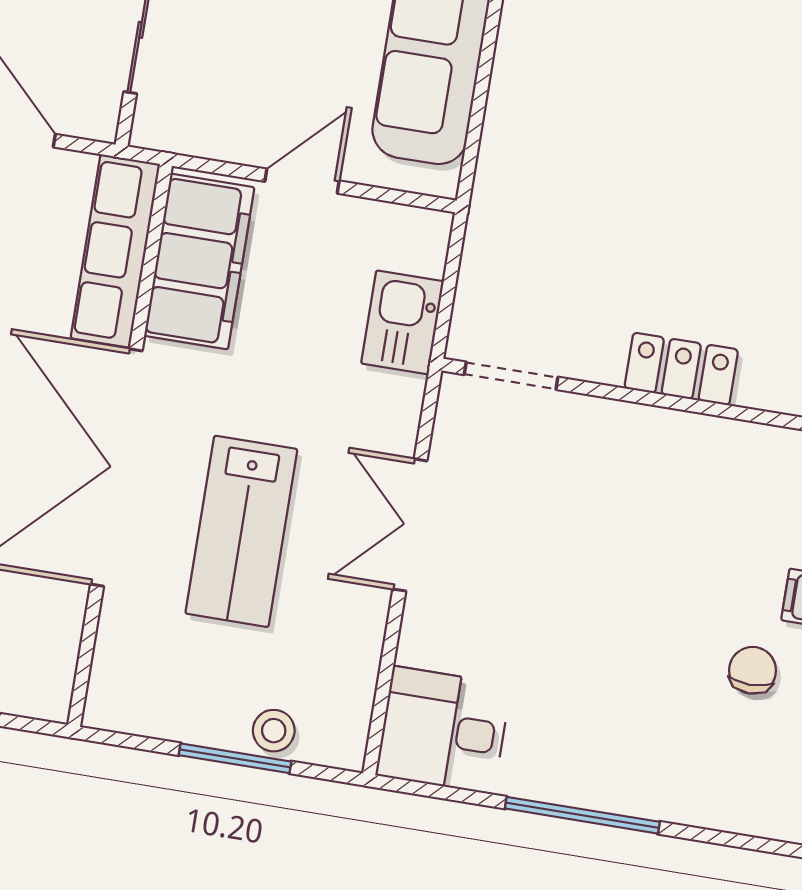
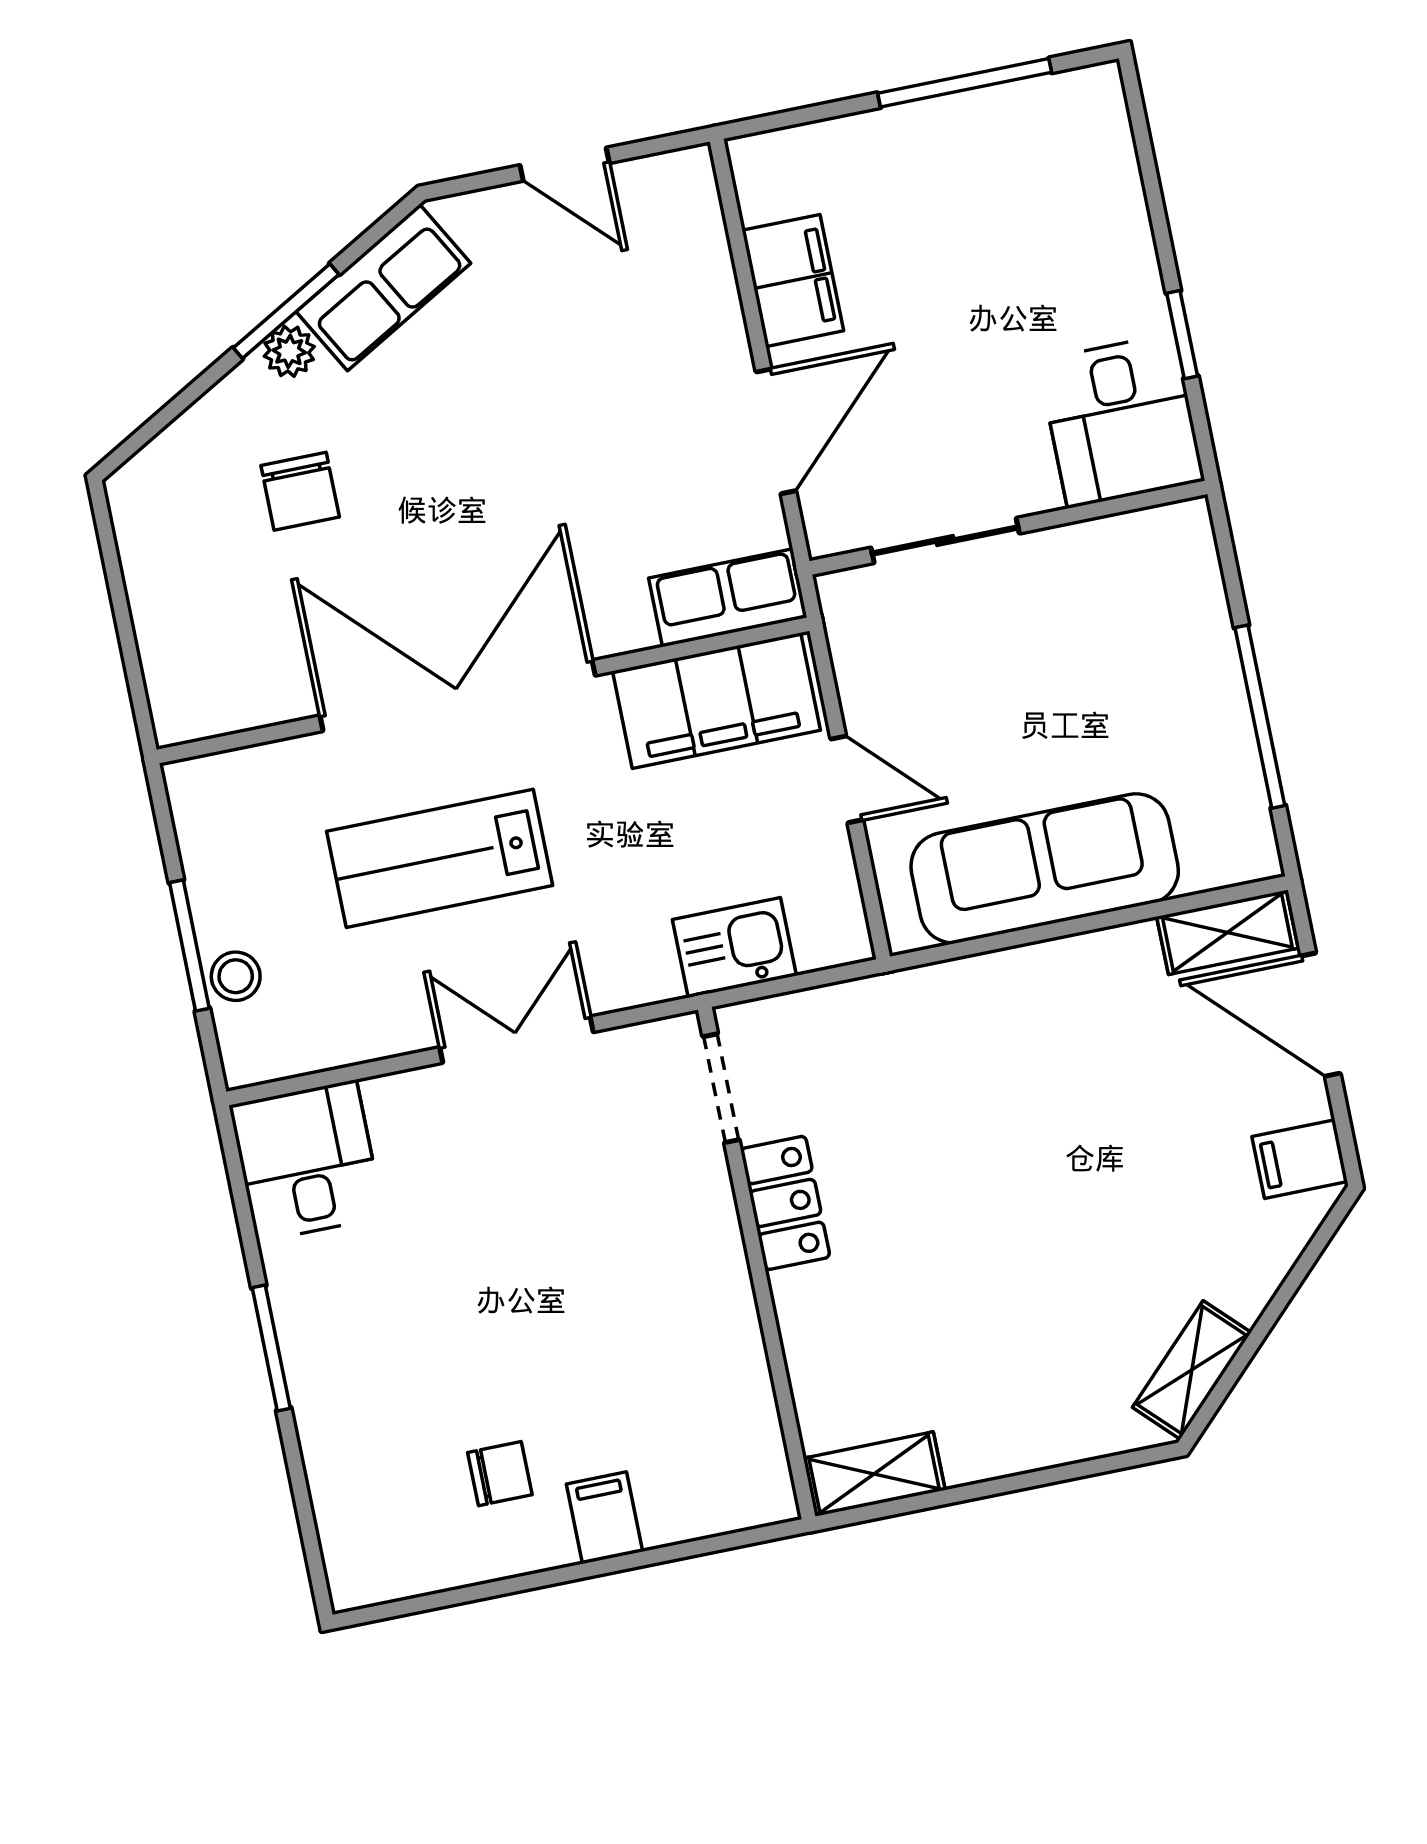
row of seats: (115, 251) -> (728, 598), width x0.68
locker: (681, 369) -> (785, 1203), moved
window: (582, 815) -> (271, 1348), width x0.69

